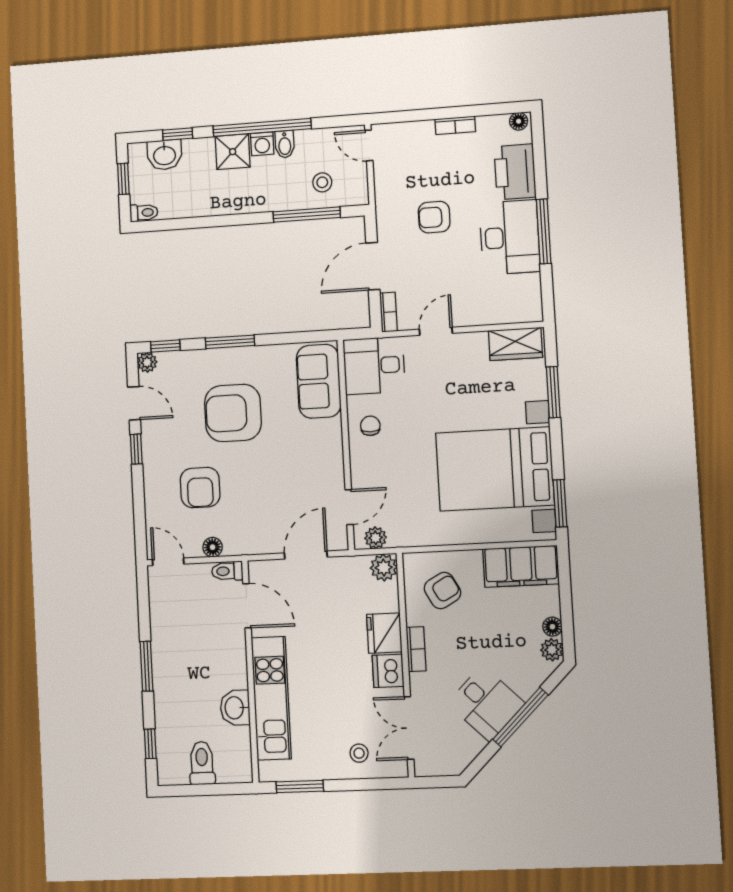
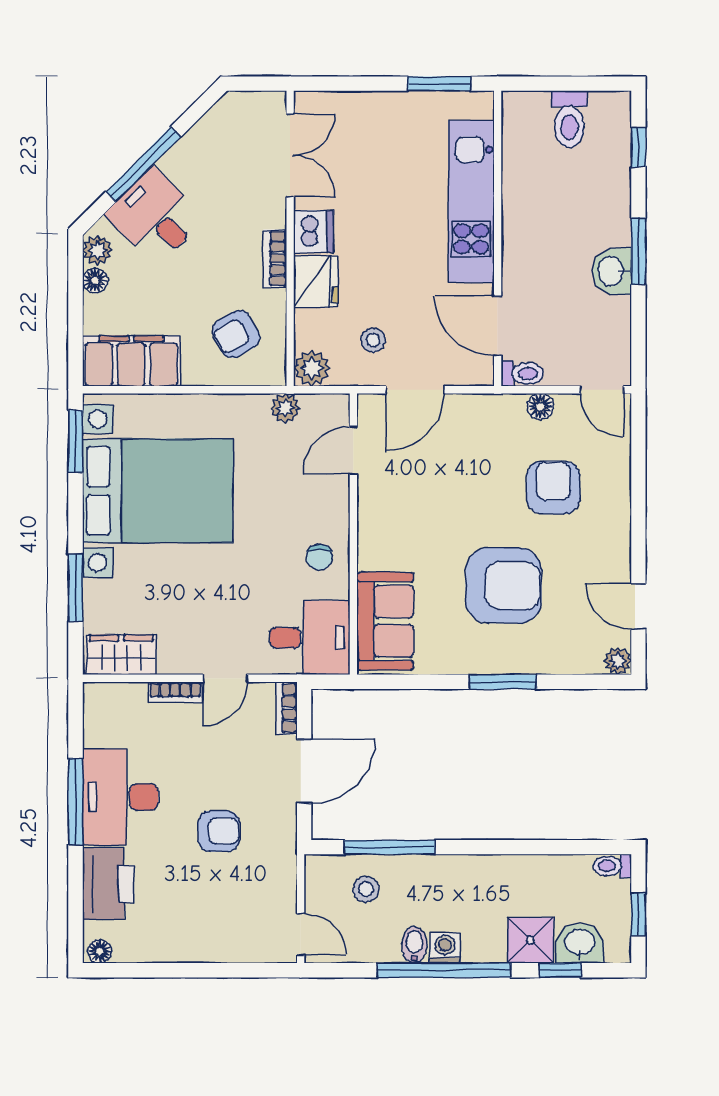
bookcase: (455, 125) -> (175, 692), moved, turned 180
shower: (233, 152) -> (530, 940), moved
window: (165, 346) -> (591, 682), removed
window: (136, 449) -> (638, 544), removed
plant: (376, 538) -> (285, 408), moved
desk: (486, 703) -> (155, 216), moved
washbasin: (235, 708) -> (612, 271), moved, turned 180
stool: (359, 753) -> (373, 340), moved

